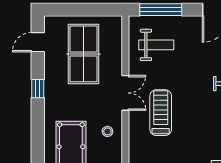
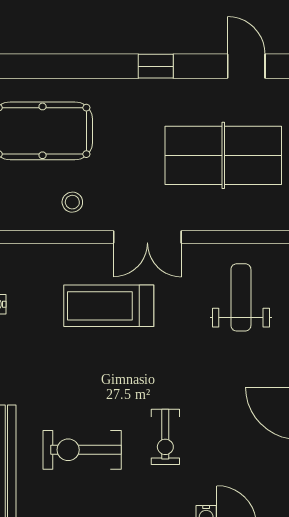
weight bench: (156, 45) -> (241, 297), turned 180
treadmill: (161, 113) -> (109, 306), turned 180

